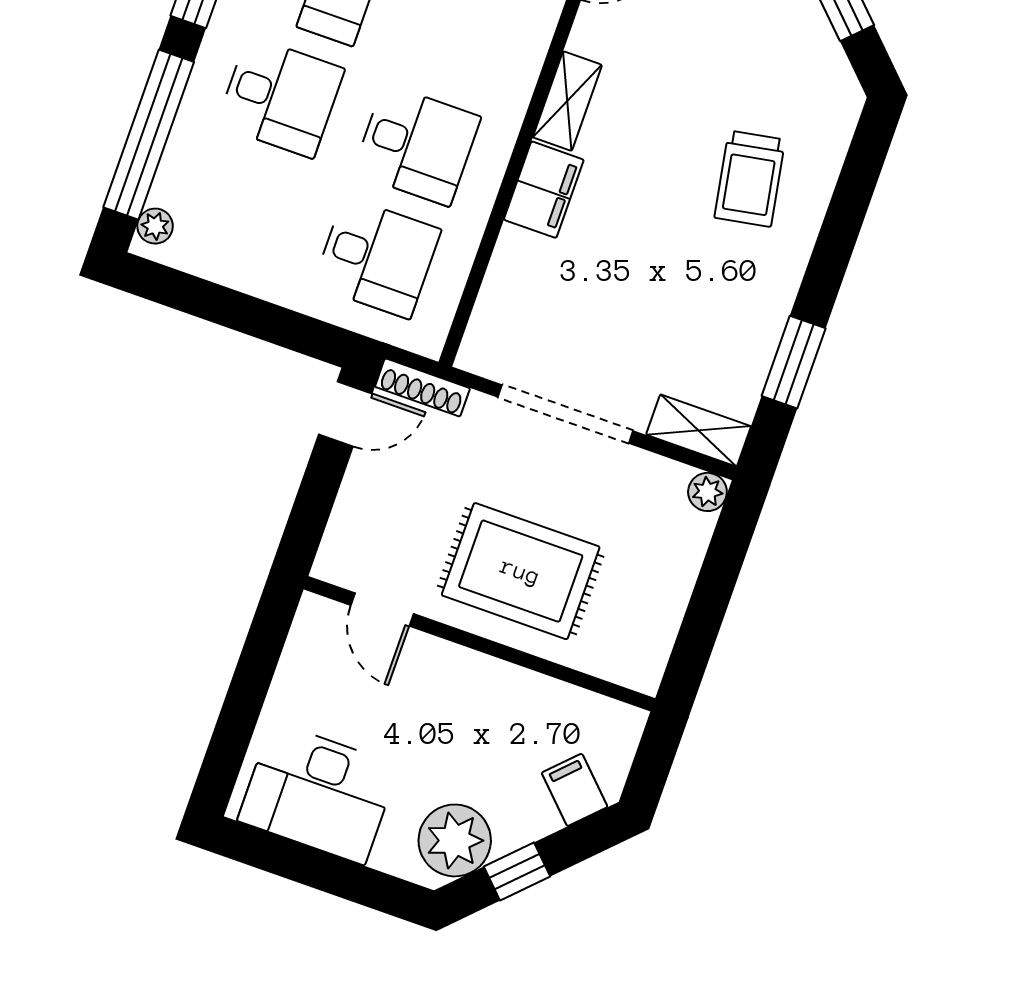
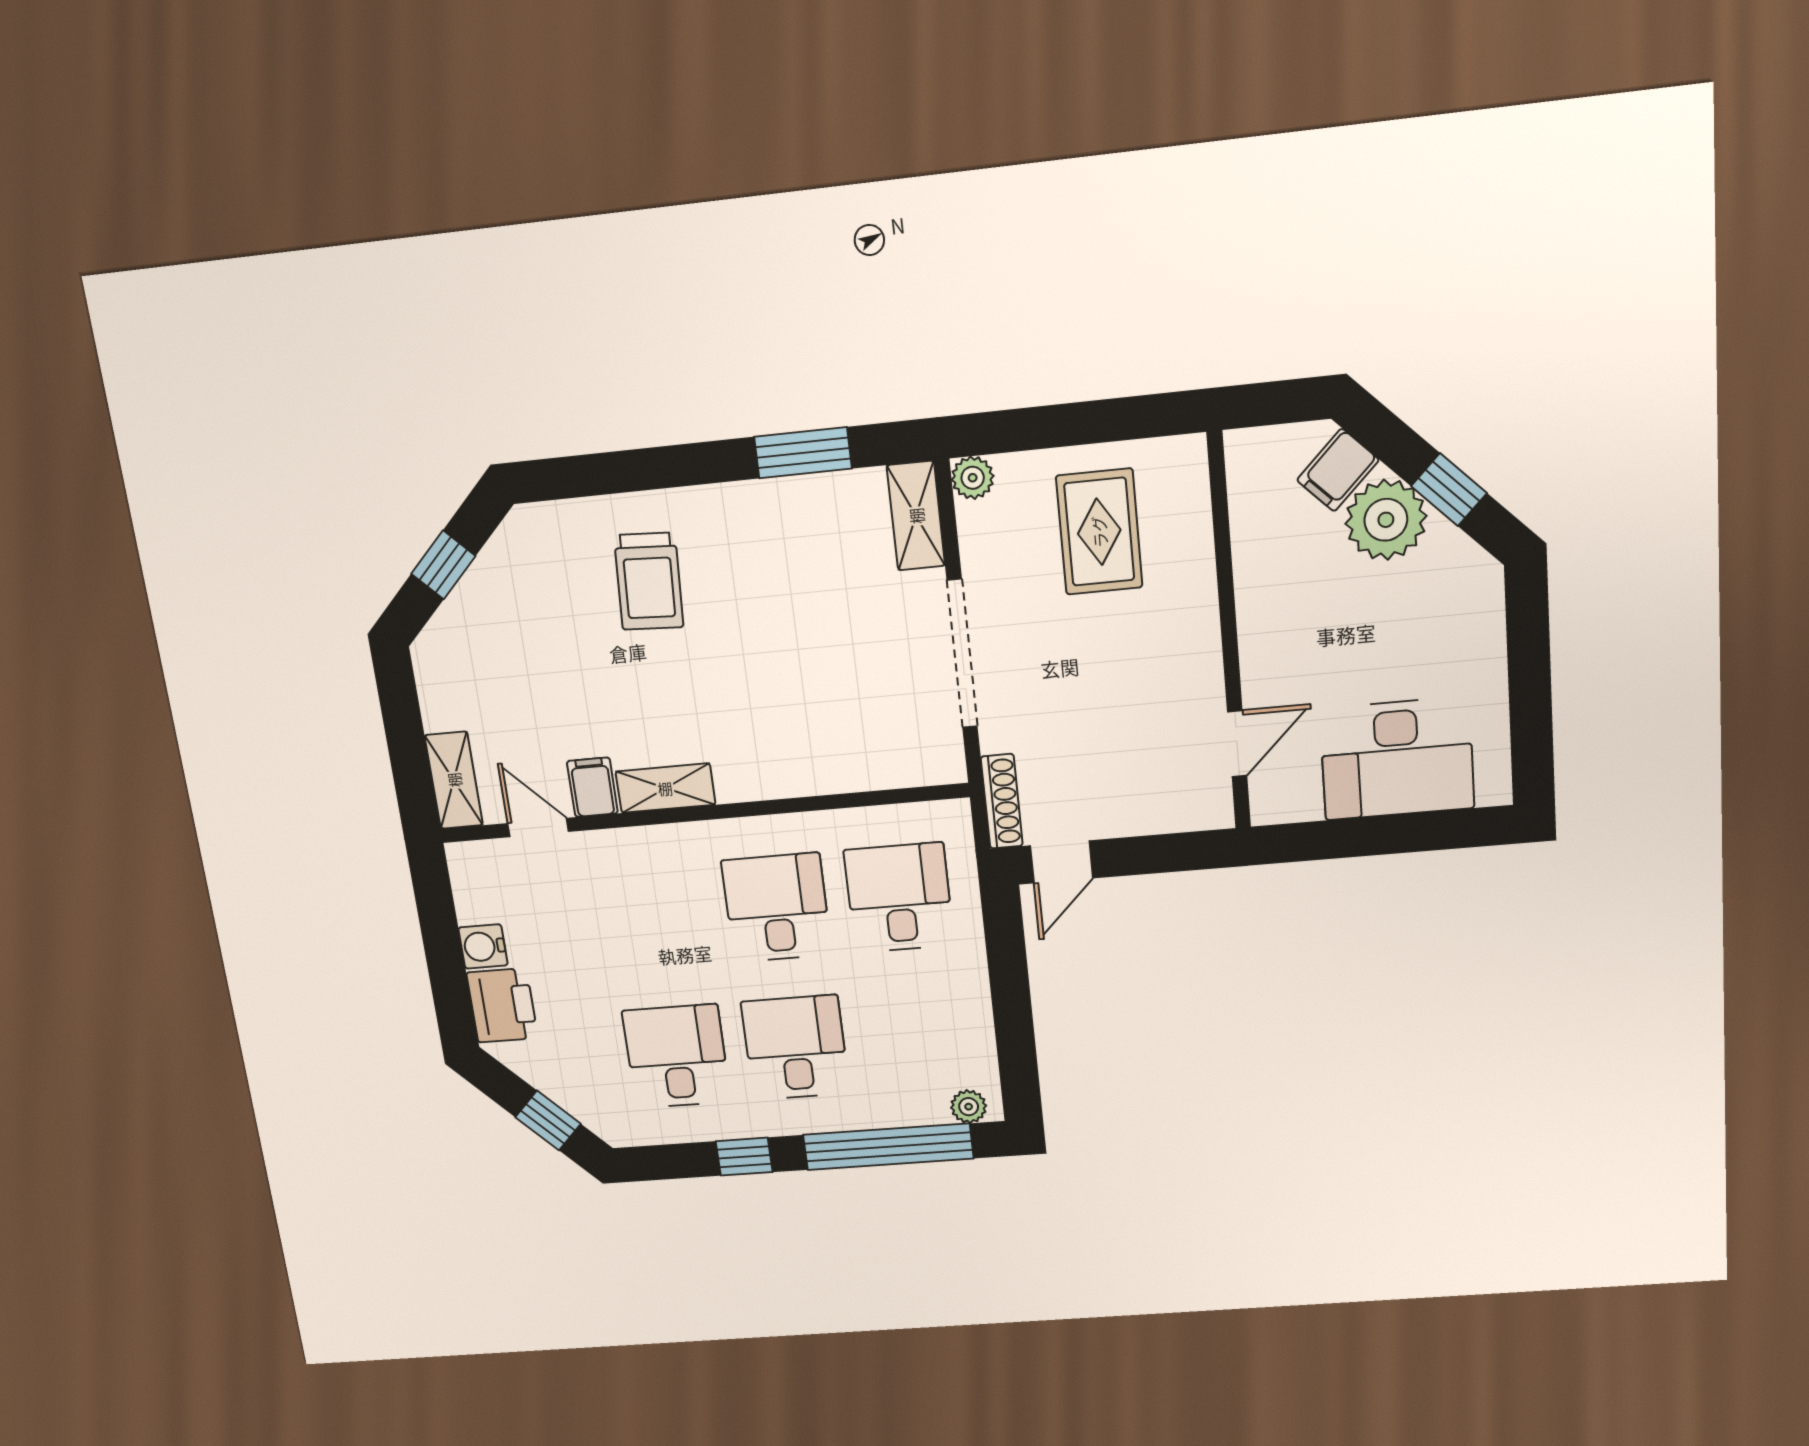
trolley: (750, 179) -> (649, 581), turned 103
filing cabinet: (544, 190) -> (592, 787), moved, width x0.50
door: (345, 414) -> (1061, 862), swing flipped
rug: (521, 571) -> (1099, 532), moved, width x0.73, depth x0.70
desk: (318, 793) -> (1397, 759), moved, turned 90
plant: (455, 840) -> (1386, 520), moved

